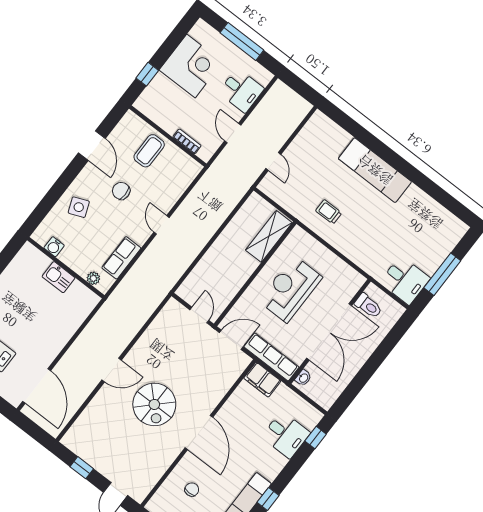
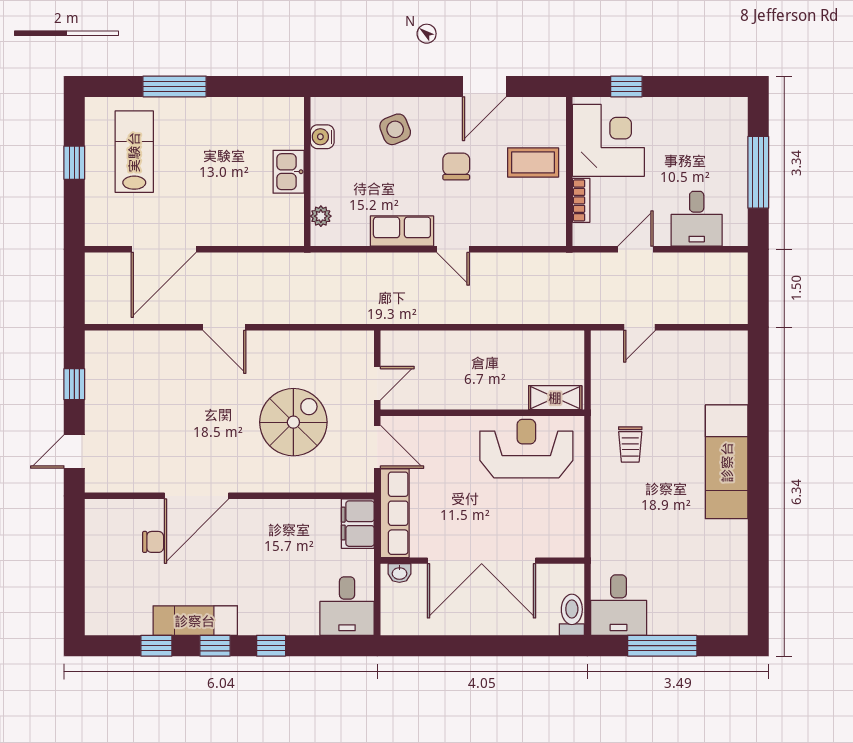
corner desk: (191, 66) -> (608, 140), moved, turned -90
trolley: (329, 212) -> (630, 444), turned 180
door: (162, 225) -> (453, 249), swing flipped
shelving: (269, 236) -> (555, 398), width x0.67, depth x0.75
row of seats: (121, 258) -> (402, 231), moved
reception desk: (290, 289) -> (526, 449), moved
toilet: (368, 306) -> (572, 615), moved, turned 180
door: (37, 386) -> (164, 249), moved
spiral stairs: (154, 404) -> (293, 422), moved, turned 180
door: (199, 432) -> (196, 496), moved
desk: (286, 435) -> (347, 606), moved
window: (316, 438) -> (271, 646), moved

